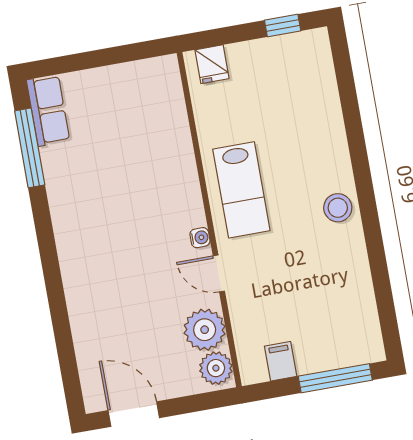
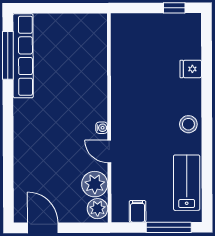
fridge: (212, 64) -> (191, 69), moved, turned 90
row of seats: (48, 110) -> (23, 56), width x2.02
lab bench: (241, 190) -> (187, 183), moved, turned 180

